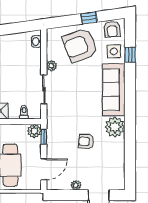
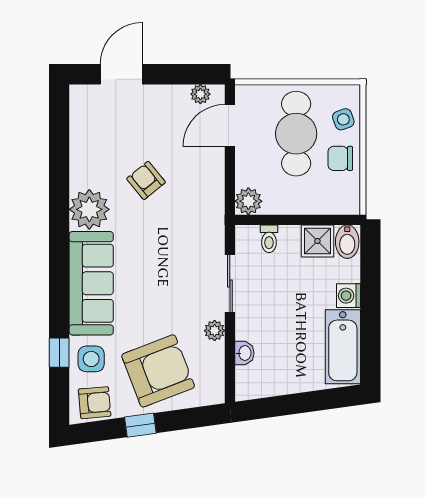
armchair: (112, 29) -> (95, 403), turned 90
washbasin: (36, 41) -> (244, 353), moved
window: (44, 137) -> (230, 190), removed
armchair: (86, 142) -> (146, 180), turned -133
plant: (76, 185) -> (200, 94), moved

